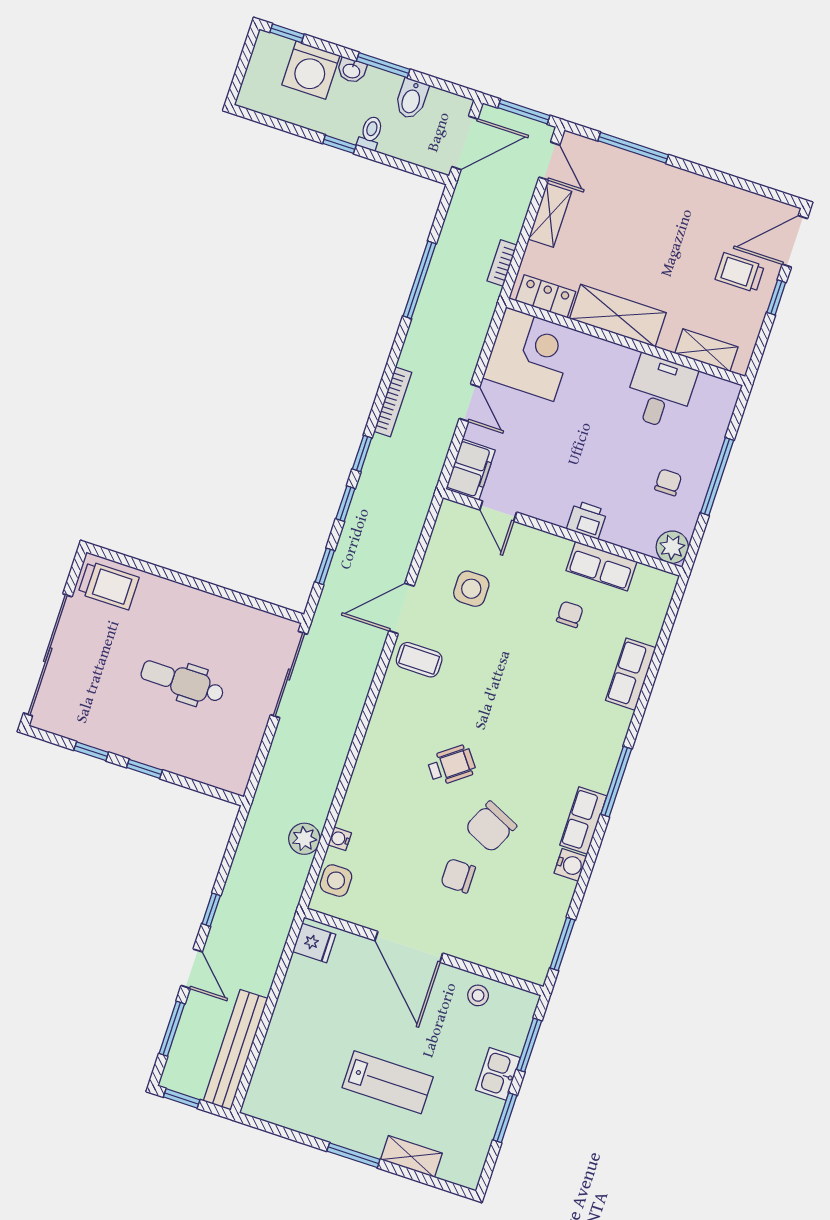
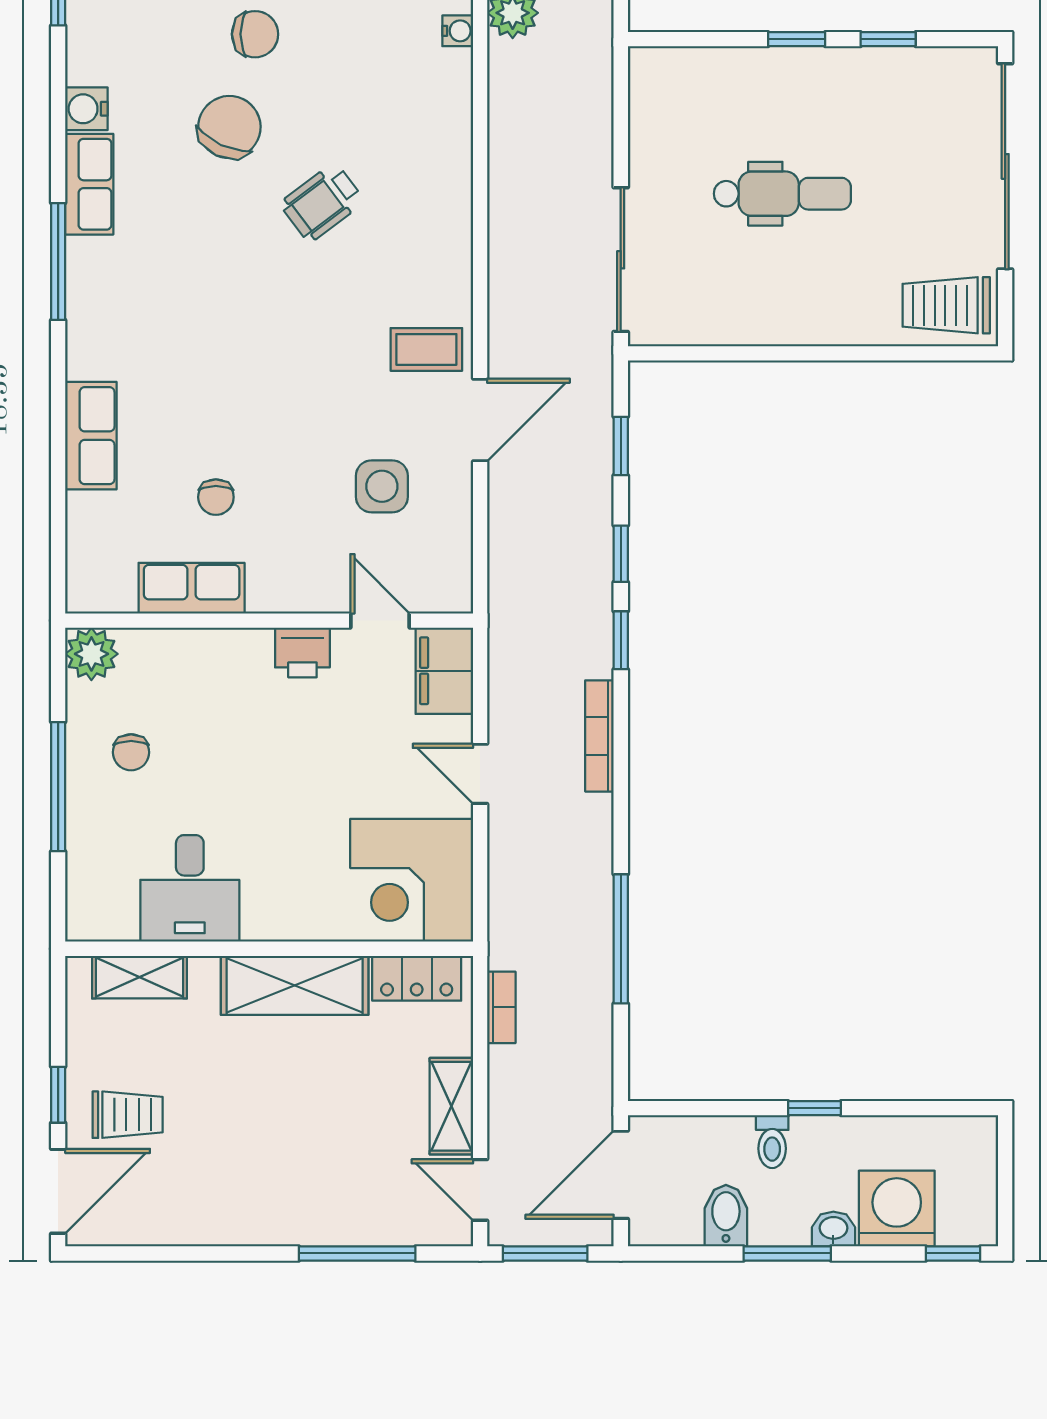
printer: (587, 520) -> (302, 652), moved

